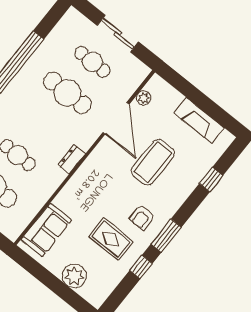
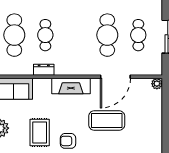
plant: (144, 98) -> (157, 84), moved
fireplace: (199, 120) -> (71, 86), moved, turned -90
dresser: (72, 159) -> (44, 70), moved

